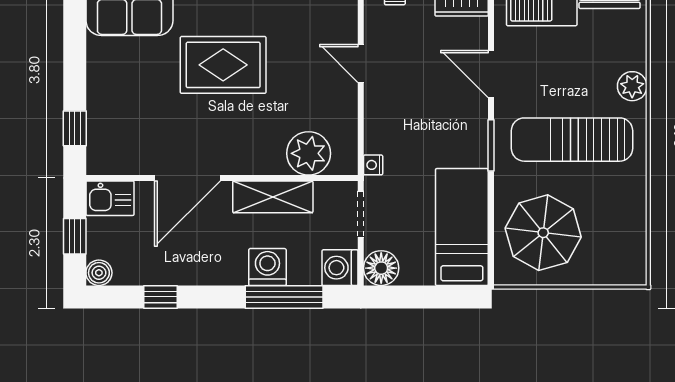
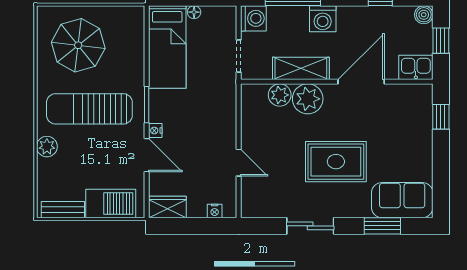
sun lounger: (572, 140) -> (89, 109), turned 180
plant: (309, 153) -> (280, 95), width x0.73, depth x0.73
plant: (263, 154) -> (308, 99), added
nightstand: (373, 165) -> (155, 131), moved, turned 180
parasol: (543, 233) -> (78, 45), moved
washing machine: (267, 267) -> (323, 19), moved
floor lamp: (381, 268) -> (194, 12), moved, width x0.53, depth x0.53

